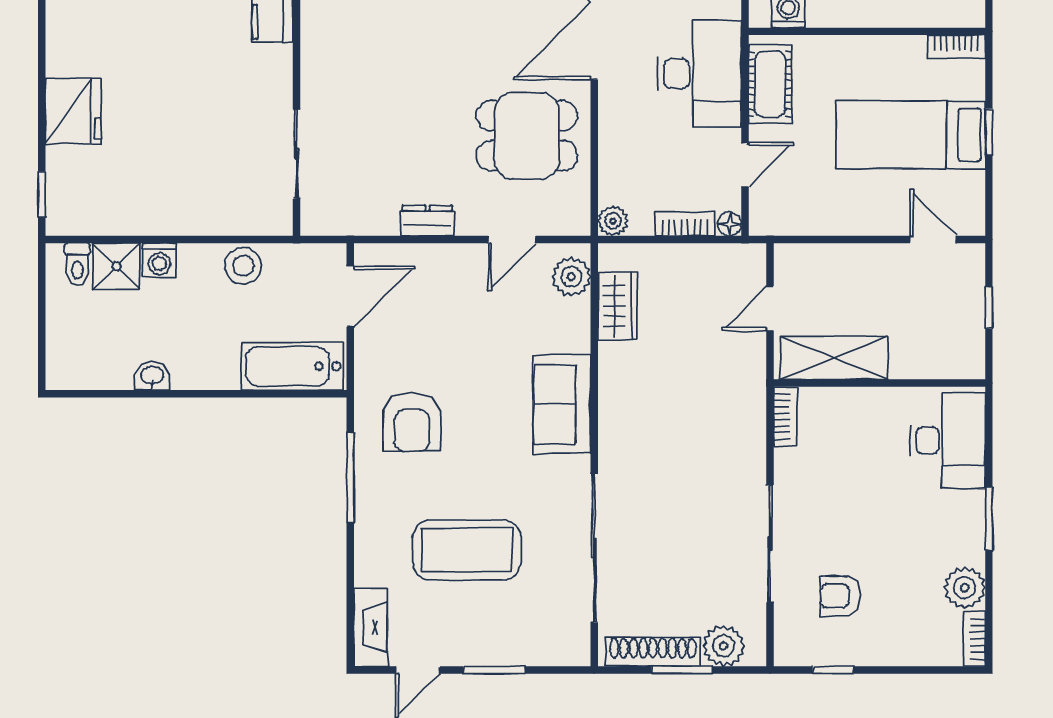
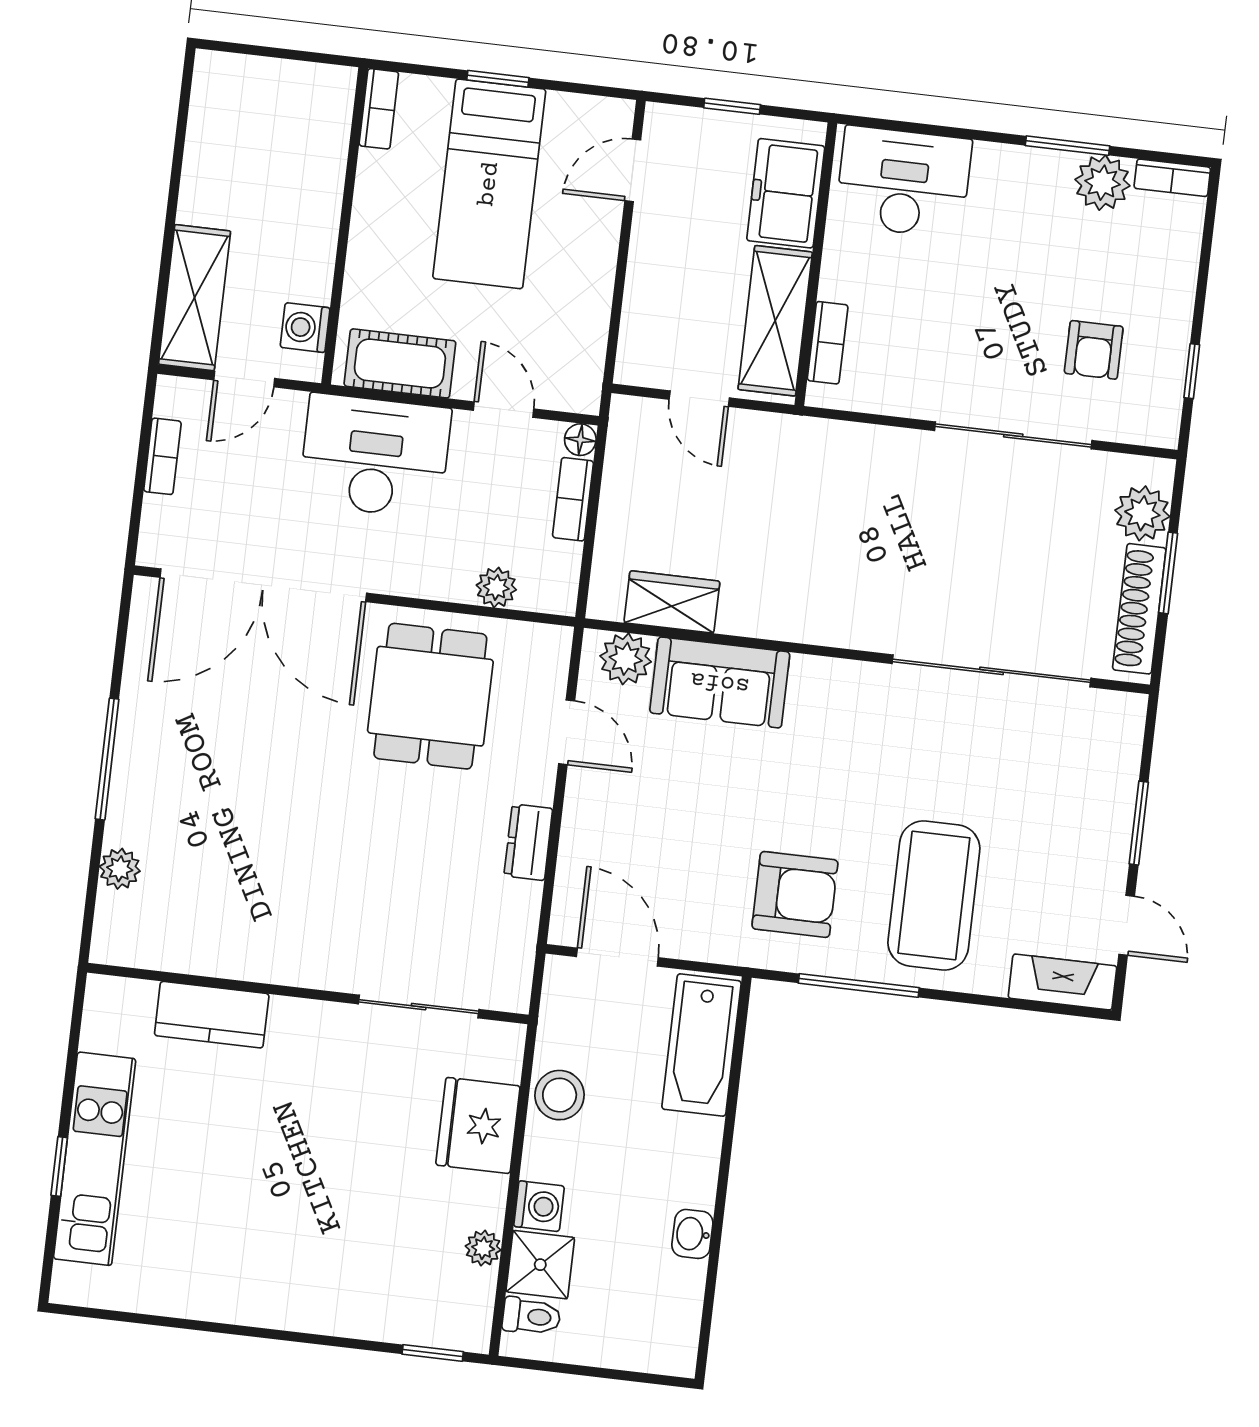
fridge: (73, 111) -> (478, 1125), moved, turned -90
plant: (613, 221) -> (496, 587), moved
plant: (124, 223) -> (483, 1248), added
freezer: (929, 355) -> (786, 193), added
sofa: (562, 404) -> (720, 682), moved
bookcase: (786, 416) -> (828, 343), moved, turned 90
window: (989, 519) -> (1068, 146), moved
coffee table: (467, 550) -> (934, 896), moved

